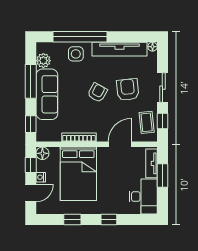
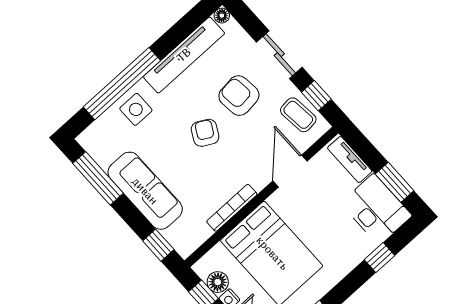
plant: (43, 61) -> (103, 153), removed
window: (31, 81) -> (98, 178), moved
floor lamp: (42, 153) -> (218, 282), moved
window: (162, 175) -> (395, 182), moved
window: (109, 220) -> (380, 258), moved

